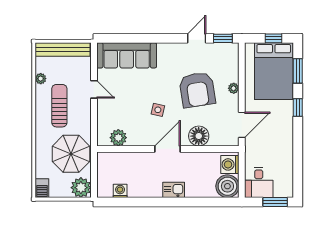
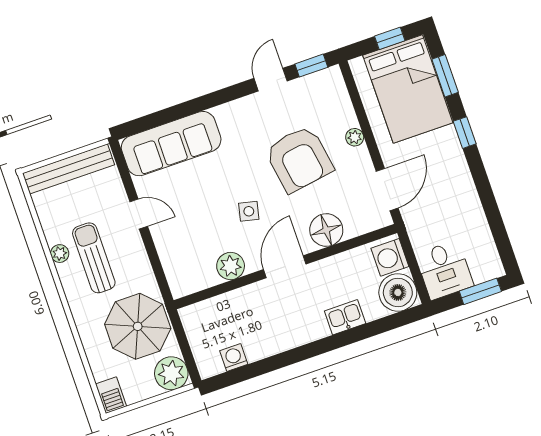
plant: (41, 79) -> (60, 254), moved
plant: (118, 138) -> (231, 266), moved
kitchen sink: (174, 190) -> (345, 317), moved

